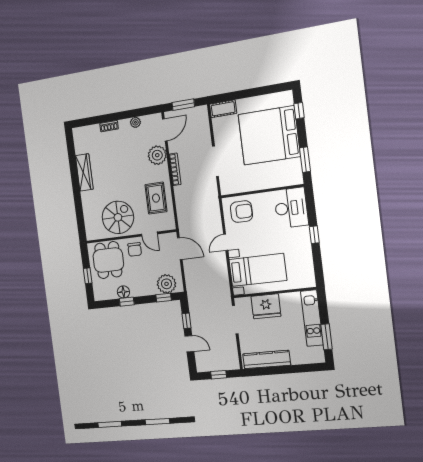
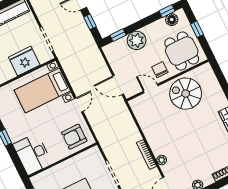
plant: (157, 155) -> (162, 160), width x0.53, depth x0.53
rug: (156, 198) -> (156, 123), removed
spiral stairs: (118, 217) -> (186, 94), turned 90
plant: (166, 284) -> (137, 40), moved
floor lamp: (123, 292) -> (172, 20), moved
window: (127, 302) -> (167, 11), moved

